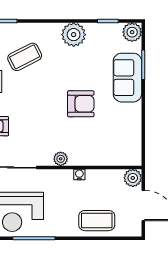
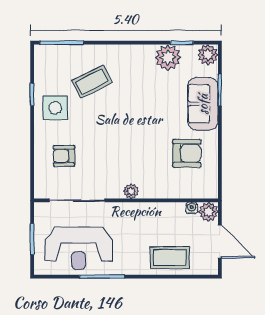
plant: (74, 35) -> (168, 57), moved
armchair: (81, 104) -> (187, 153), moved
water cooler: (79, 175) -> (192, 208), moved

